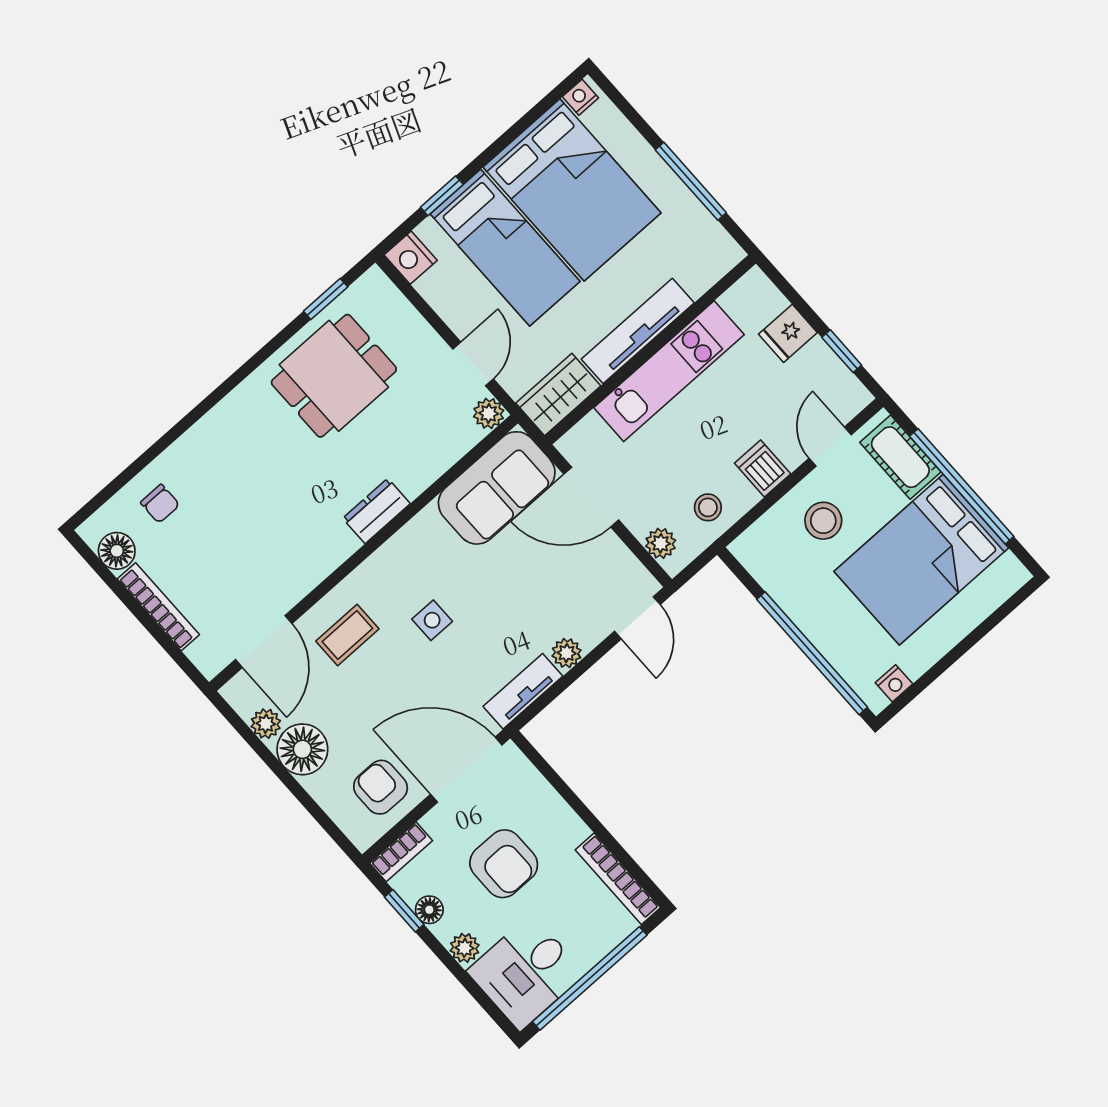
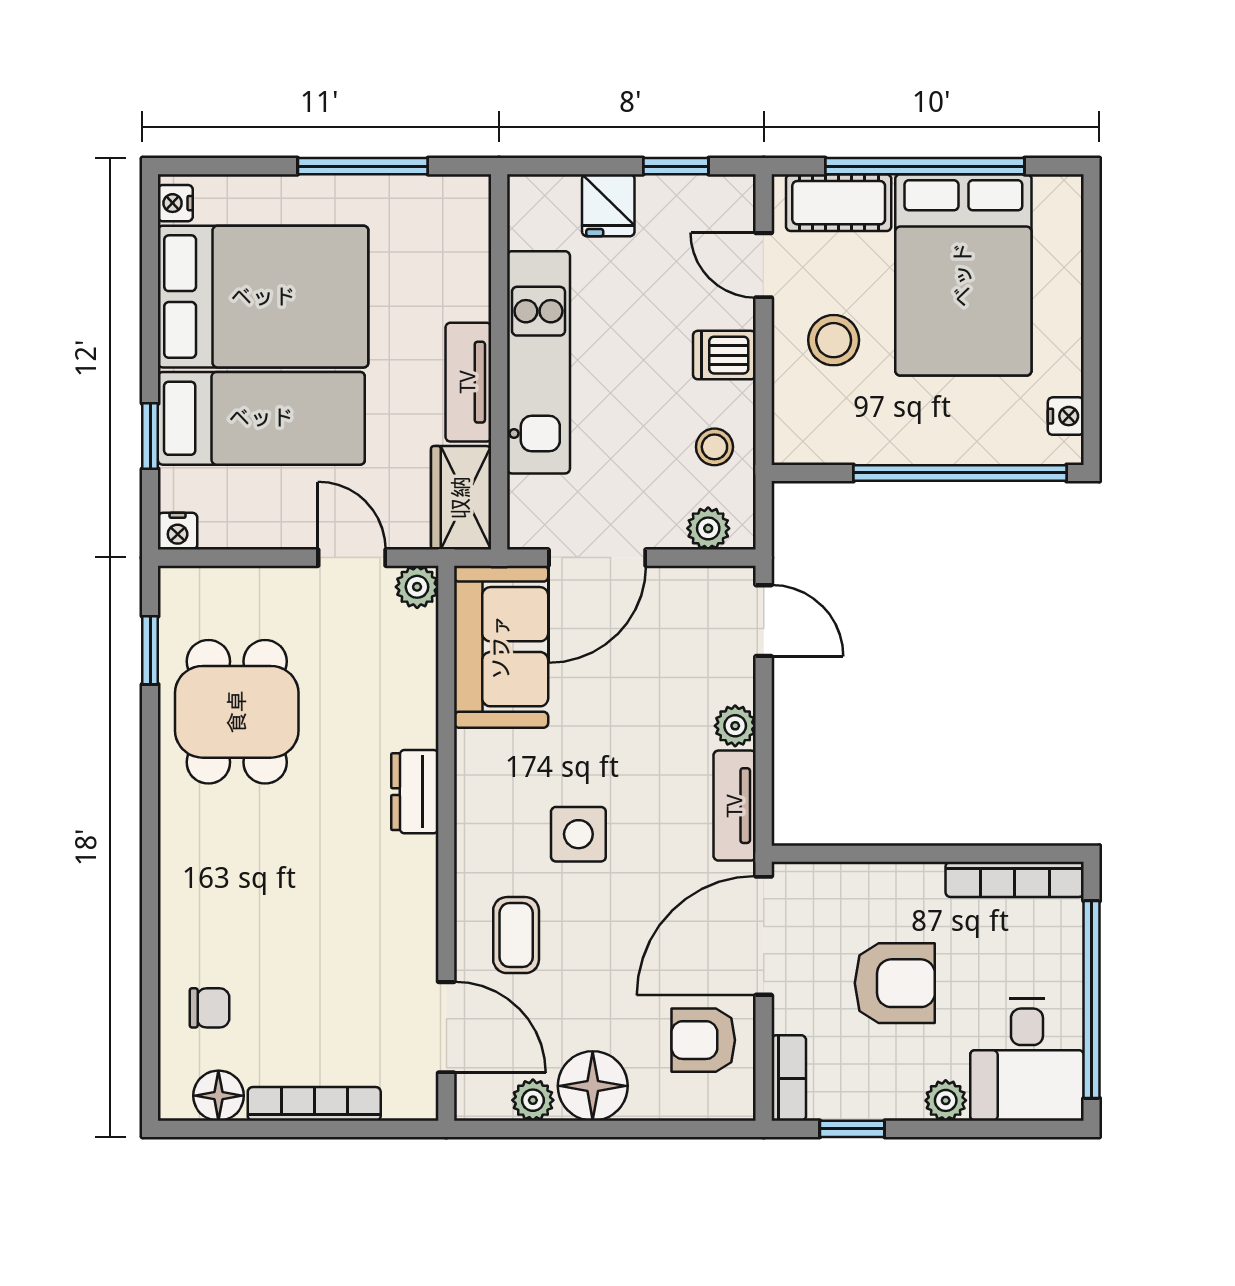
nightstand: (411, 258) -> (178, 531), width x0.72, depth x0.74
tv unit: (638, 331) -> (468, 382), width x0.71
side table: (432, 620) -> (578, 834), width x1.37, depth x1.37
floor lamp: (429, 910) -> (874, 1102), removed

